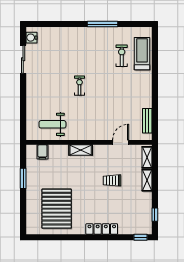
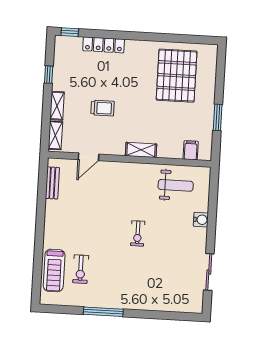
water cooler: (32, 38) -> (201, 220), moved
window: (155, 215) -> (49, 75), moved
locker: (102, 229) -> (104, 45), moved

